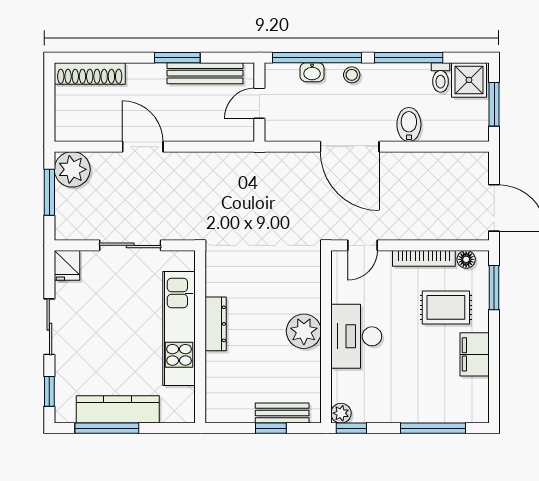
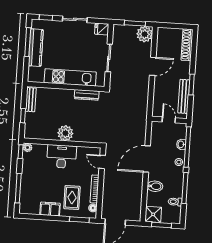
shower: (469, 80) -> (153, 214), moved
dresser: (216, 324) -> (87, 95), moved
bench: (282, 413) -> (31, 100), moved

